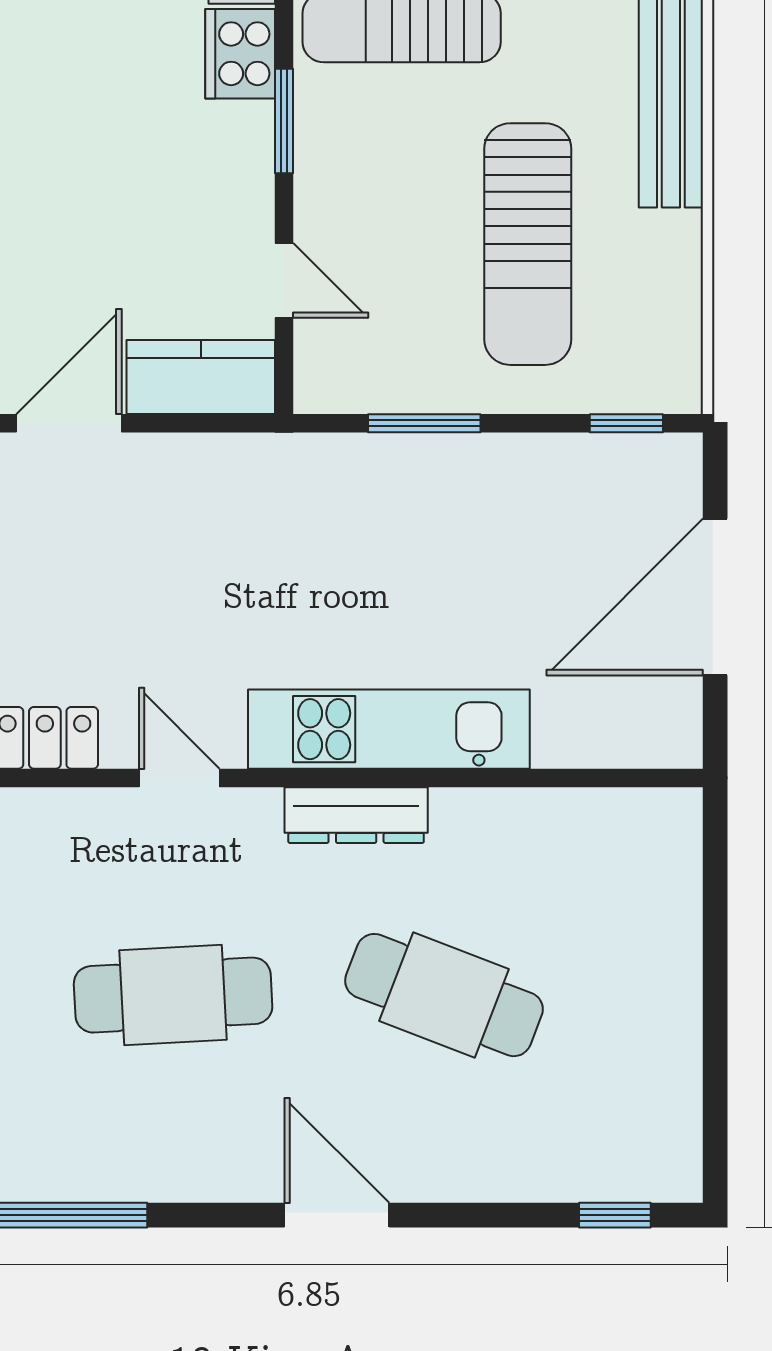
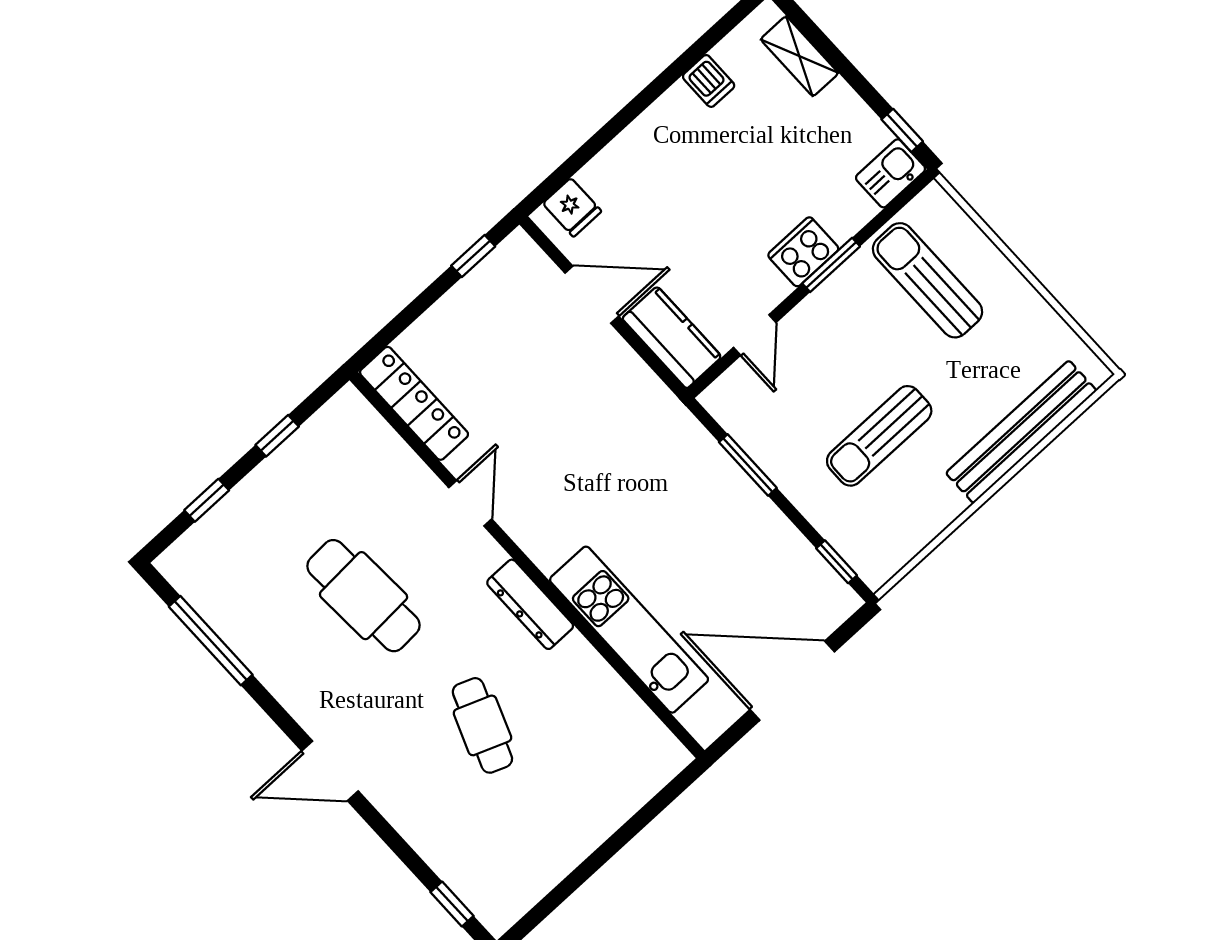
cooker: (240, 54) -> (803, 252), moved
sun lounger: (528, 244) -> (879, 436), width x0.73, depth x0.75
kitchen unit: (389, 729) -> (629, 630), moved
cafe table: (444, 995) -> (482, 725), width x0.73, depth x0.74
door: (337, 1215) -> (330, 771), swing flipped

